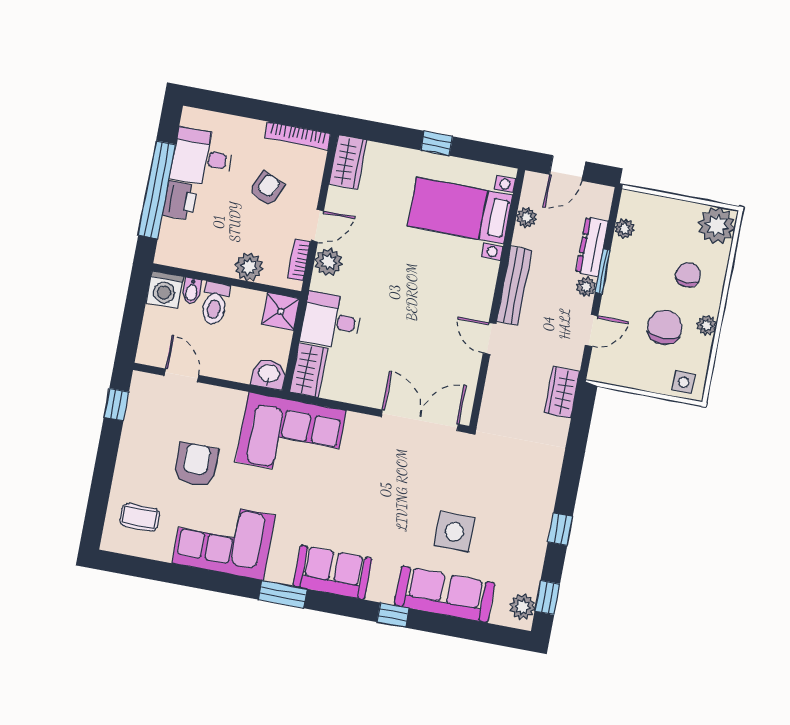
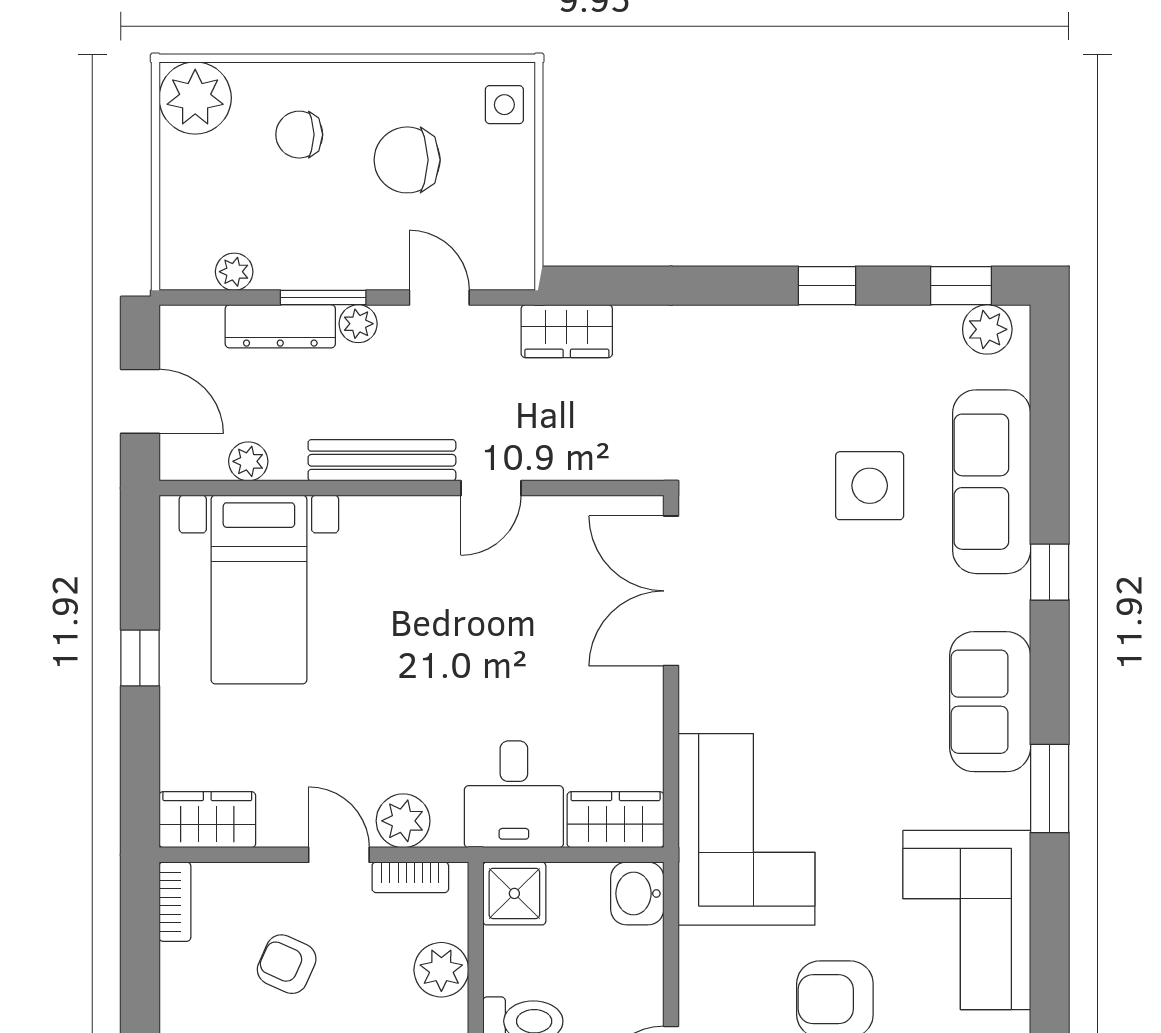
bookcase: (298, 136) -> (175, 902), width x0.64
plant: (707, 325) -> (388, 81), removed

